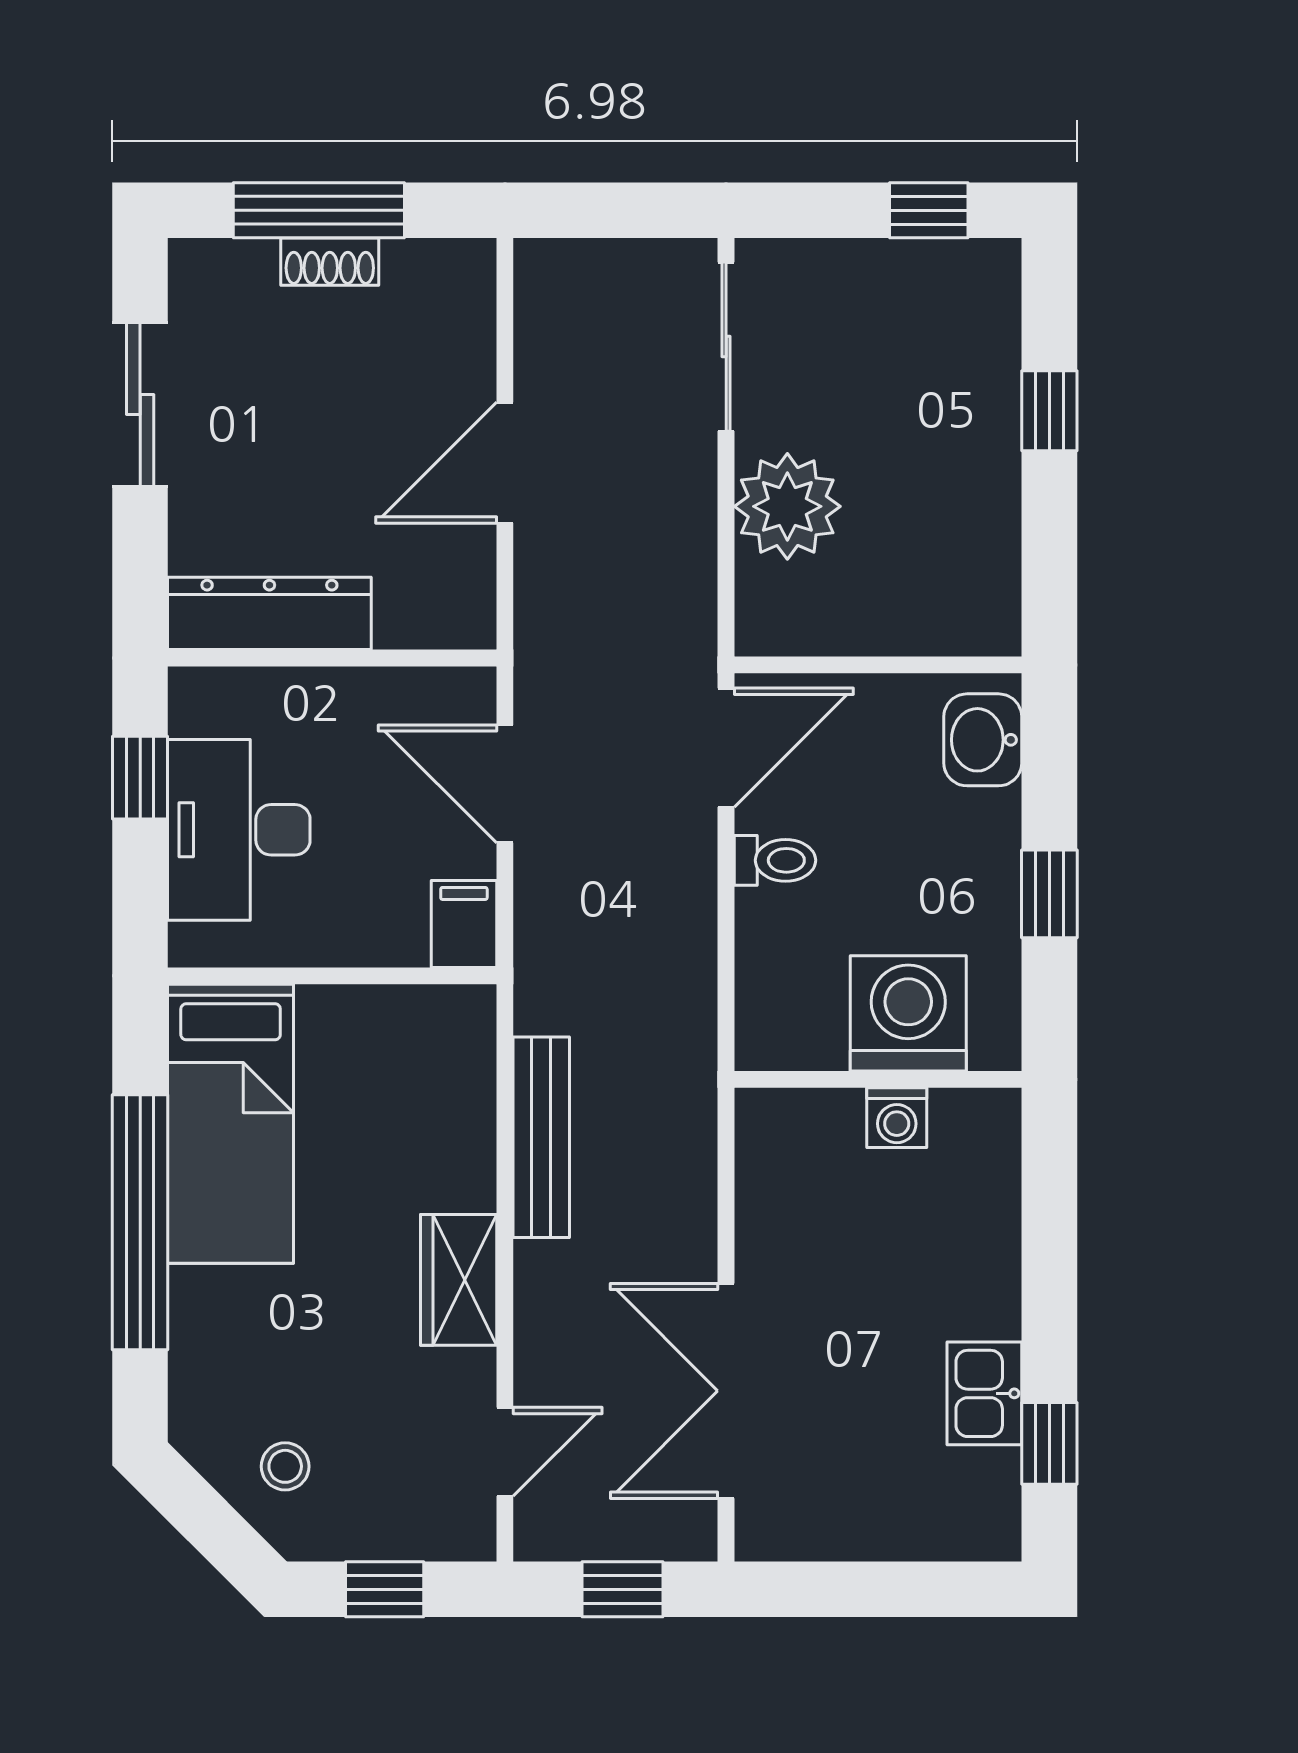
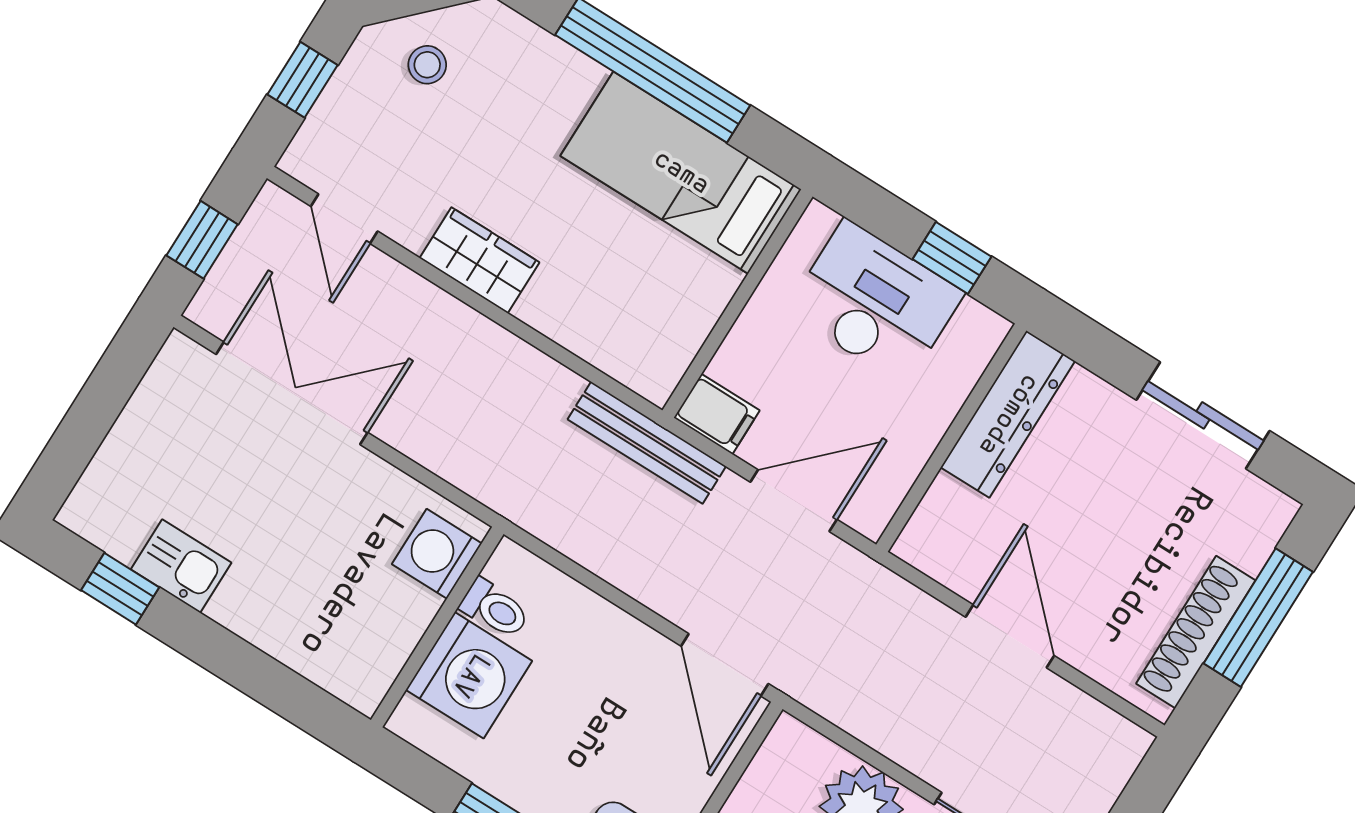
shoe rack: (330, 262) -> (1196, 632), width x1.94, depth x1.24
toilet: (775, 860) -> (495, 609), moved, turned -90
washing machine: (897, 1118) -> (437, 554), moved, width x1.38, depth x1.38
bench: (541, 1137) -> (647, 443), moved

